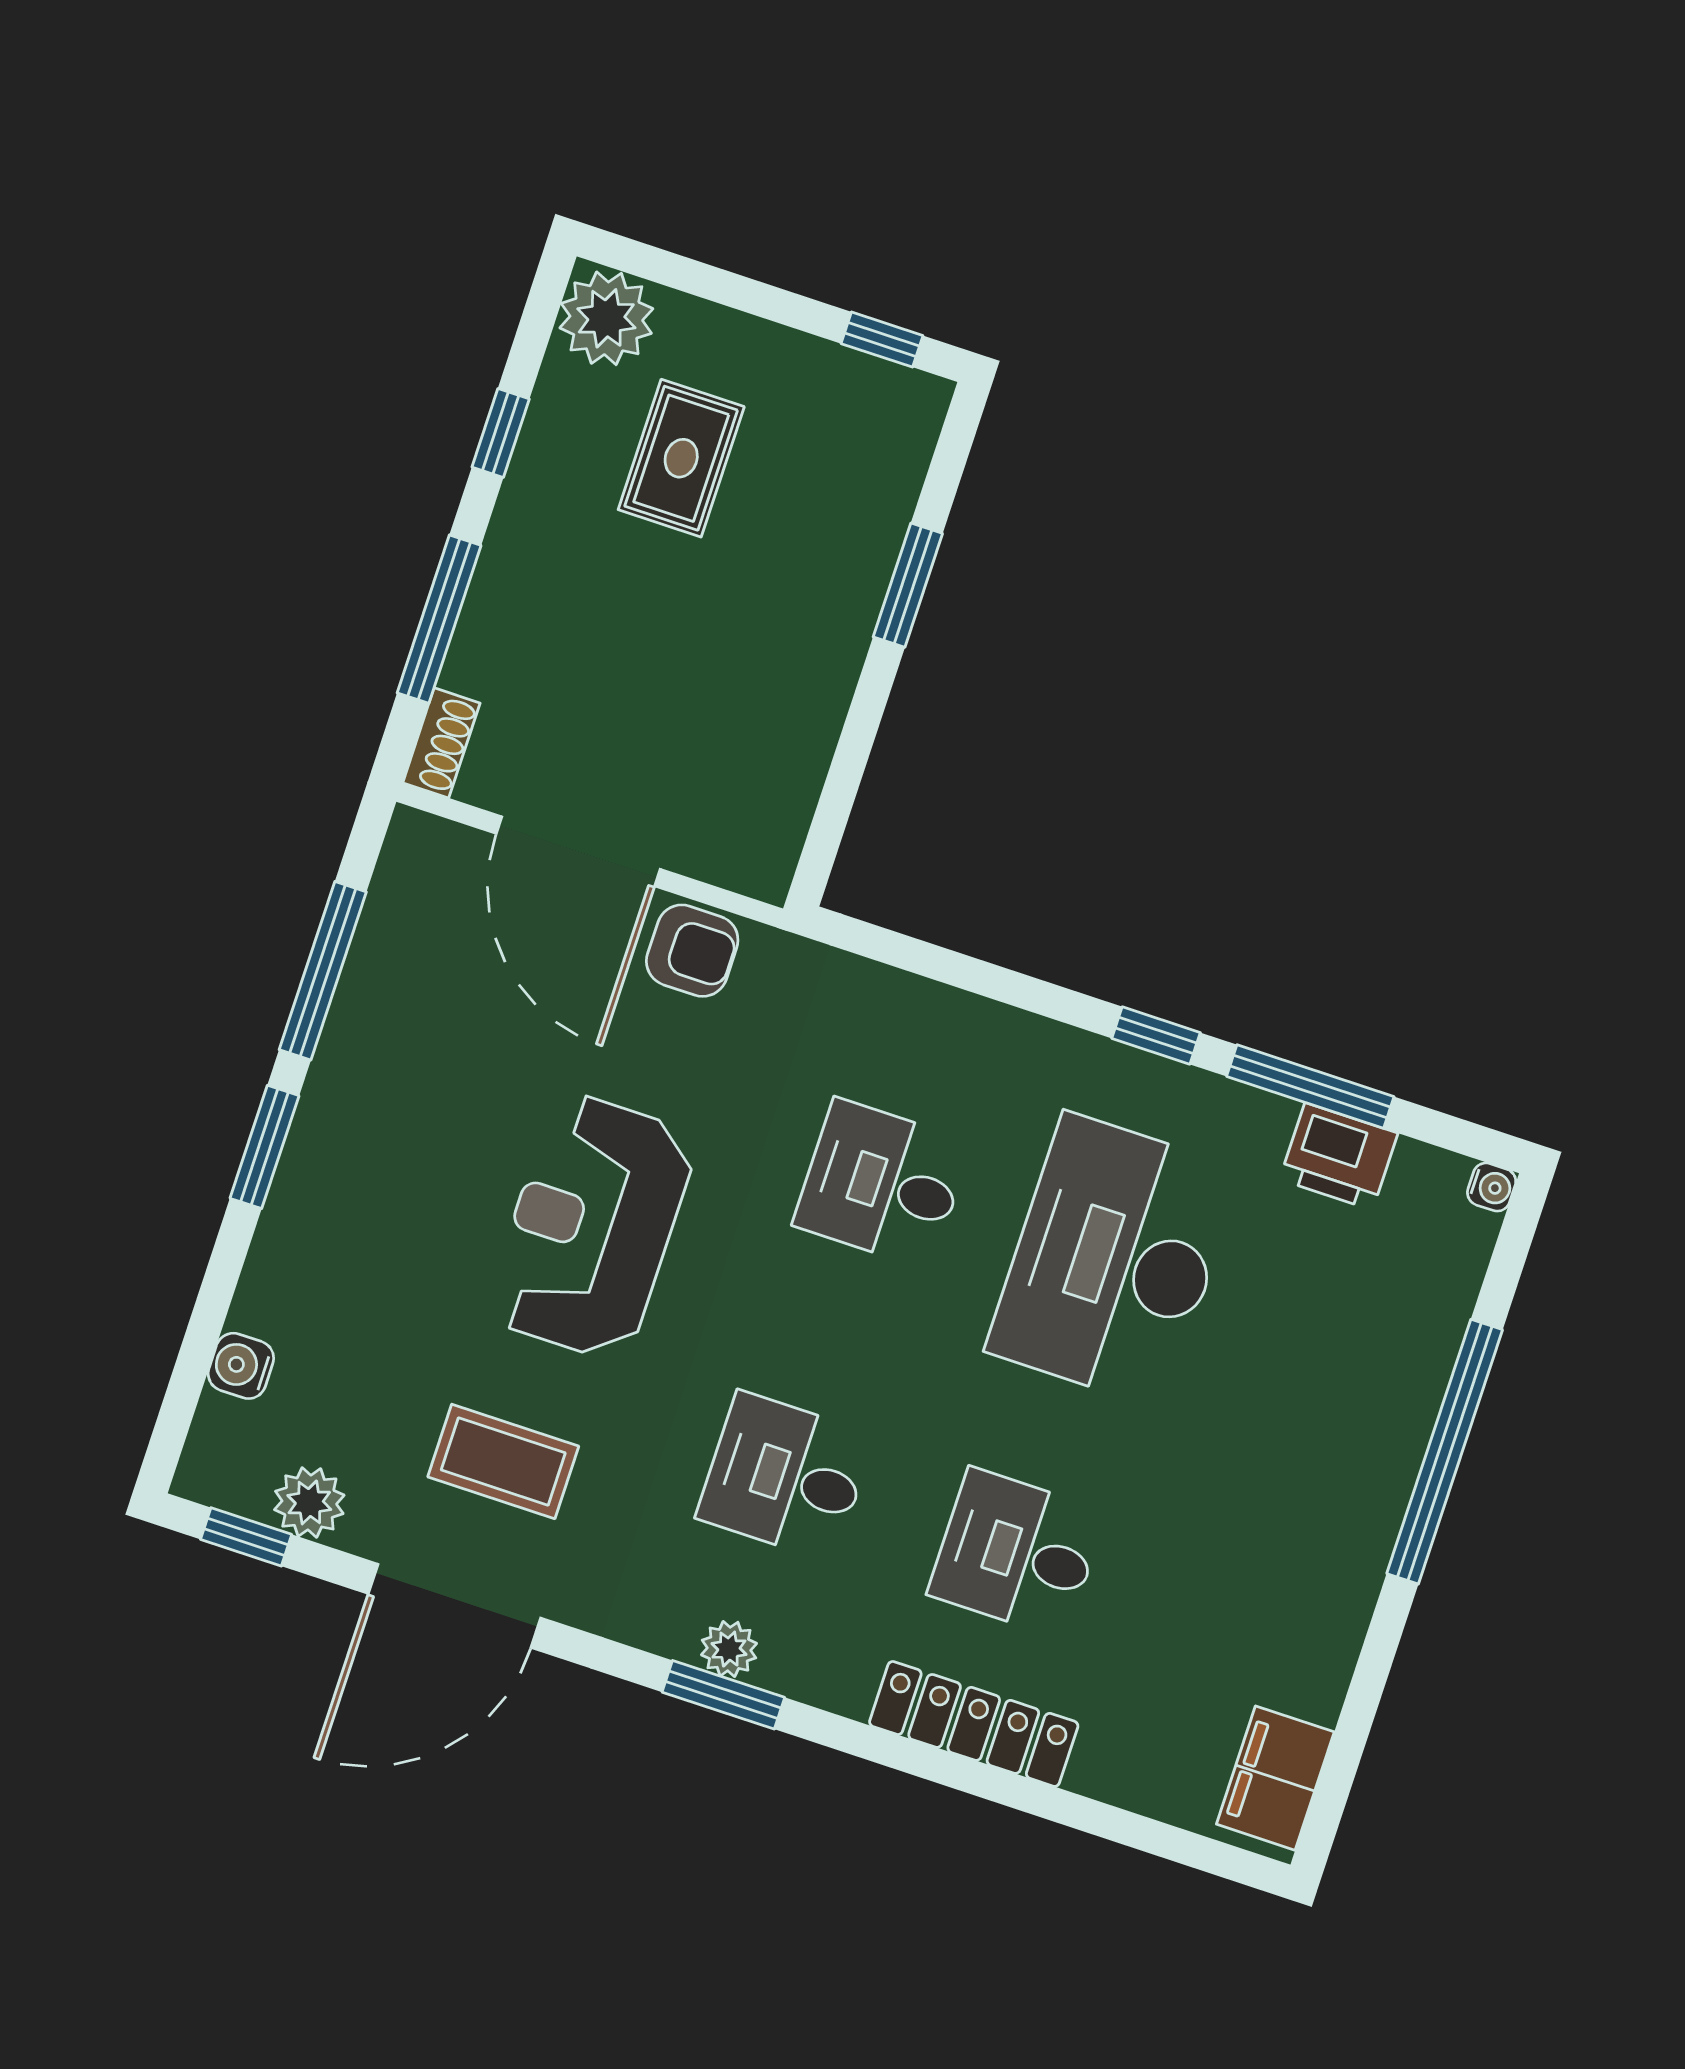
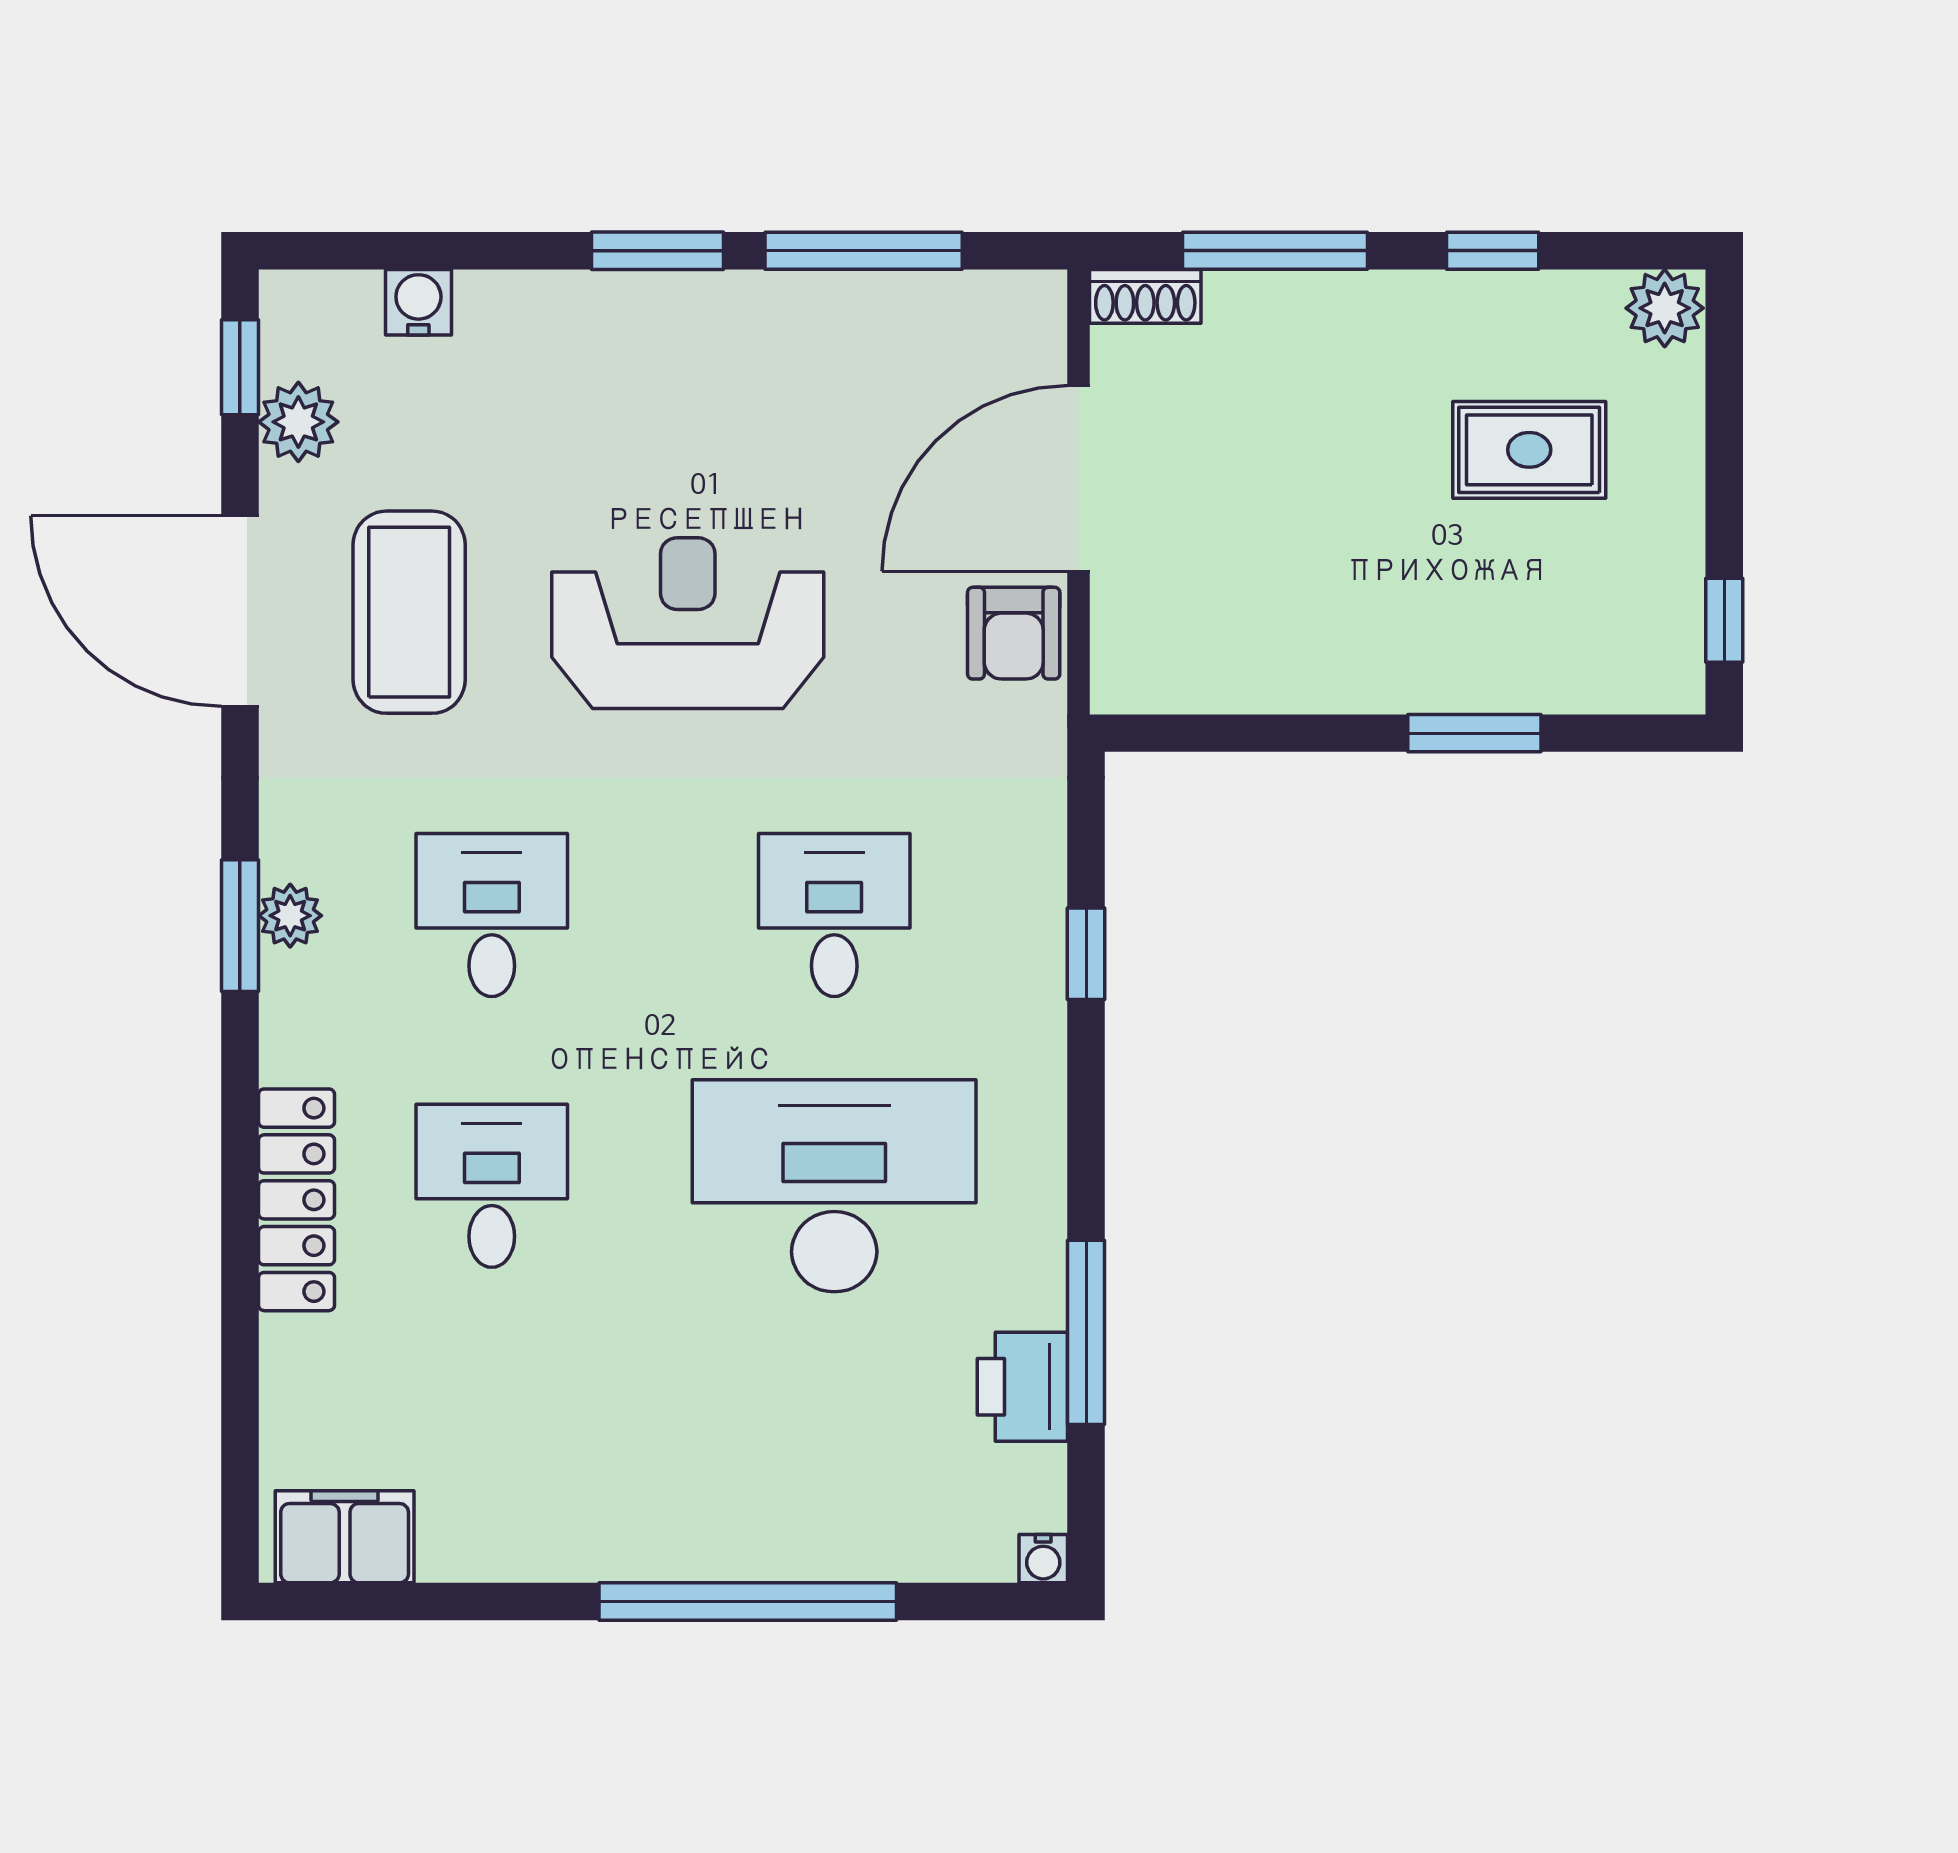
plant: (606, 318) -> (1665, 308), width x0.73, depth x0.73
window: (1156, 1035) -> (1086, 954), moved
coffee table: (503, 1461) -> (409, 612), width x1.36, depth x1.32

